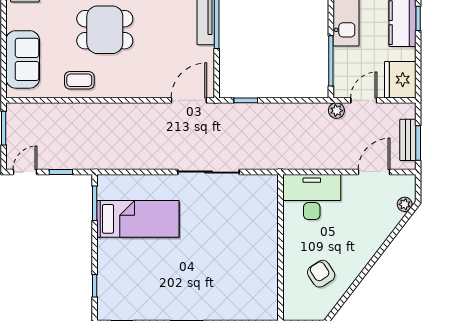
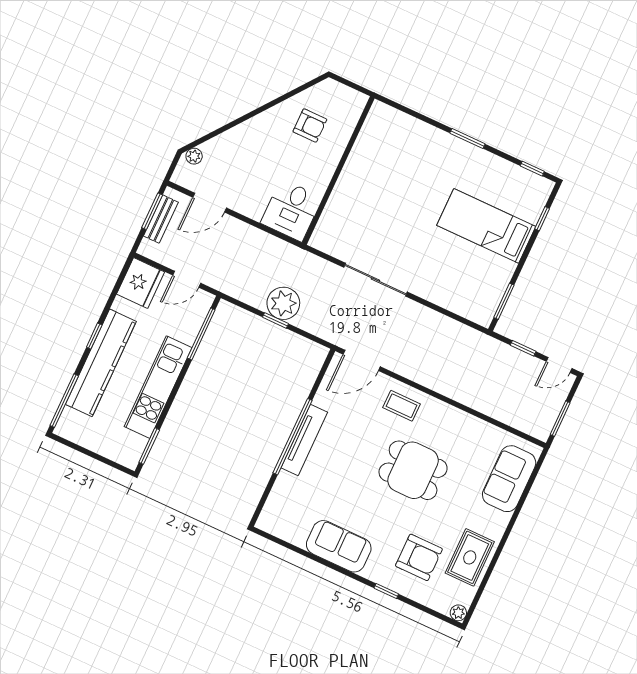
coffee table: (79, 80) -> (402, 406), moved
window: (246, 100) -> (275, 320), moved
plant: (336, 111) -> (283, 303), moved, width x1.88, depth x1.88
desk: (312, 197) -> (291, 210), width x0.73
bed: (138, 219) -> (486, 226), moved
armchair: (321, 274) -> (310, 125), turned -57

